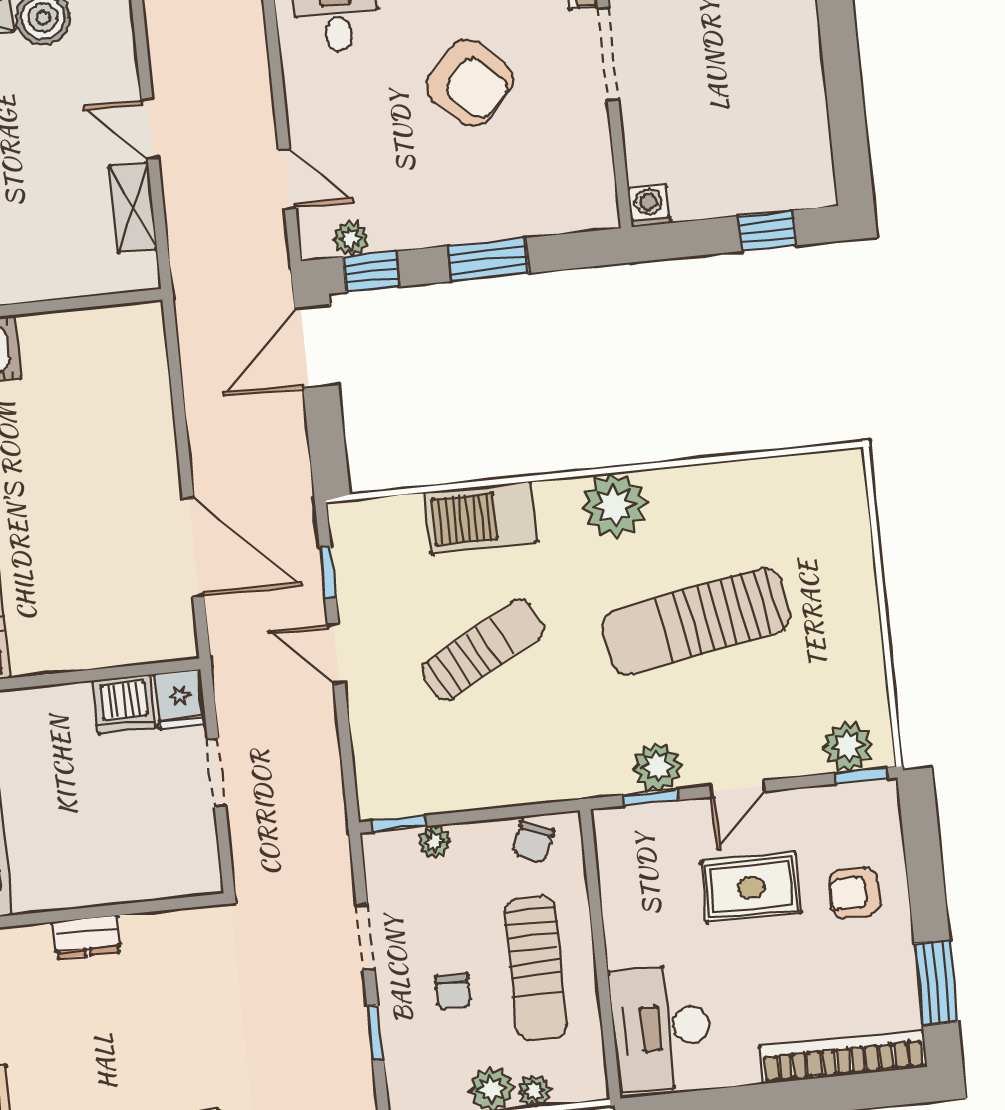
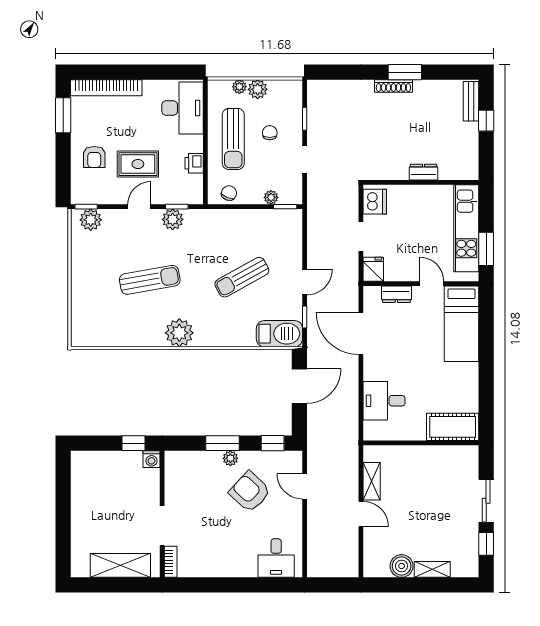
armchair: (470, 83) -> (250, 492), moved
window: (767, 231) -> (133, 443), moved
plant: (351, 239) -> (230, 458), moved
door: (317, 347) -> (299, 386), moved
desk: (123, 397) -> (384, 401), added
barbecue: (481, 517) -> (279, 334), moved
sun lounger: (696, 621) -> (150, 280), width x0.73, depth x0.75
dresser: (120, 647) -> (396, 294), added
door: (336, 653) -> (305, 282), hinge flipped
door: (41, 680) -> (432, 284), added
dishwasher: (124, 704) -> (375, 202), moved, turned 90
armchair: (854, 893) -> (94, 157), turned 90
printer: (621, 902) -> (194, 163), added
sun lounger: (536, 968) -> (233, 139), turned 180

